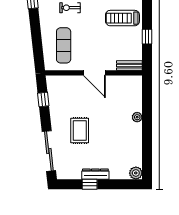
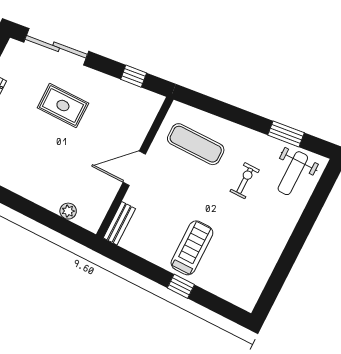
window: (147, 37) -> (181, 286), moved
plant: (137, 117) -> (68, 211), moved

